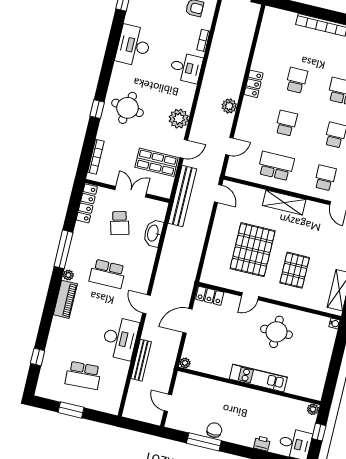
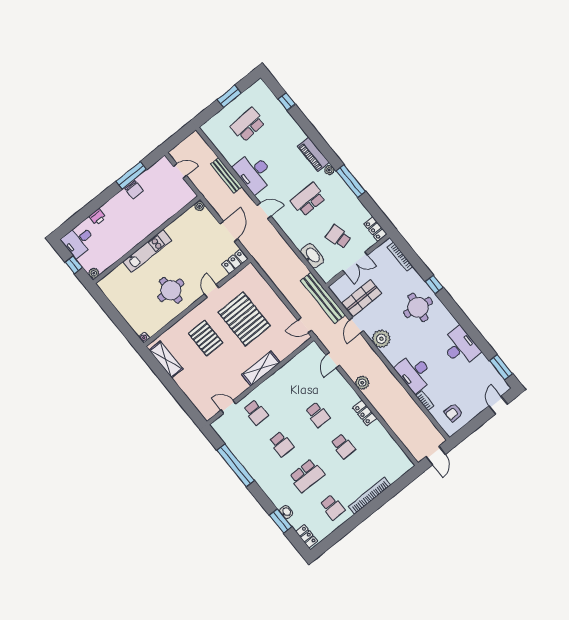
desk: (186, 68) -> (415, 373), width x1.37
school desk: (276, 166) -> (292, 383), removed
locker: (87, 203) -> (375, 229), width x0.66

